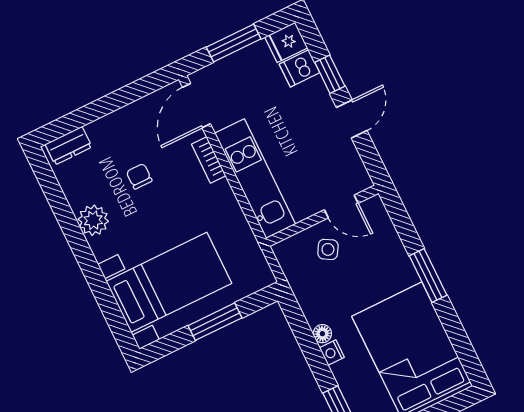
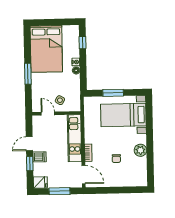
dishwasher: (300, 68) -> (40, 157), moved
door: (196, 106) -> (84, 175), hinge flipped
dresser: (68, 146) -> (137, 182), removed

